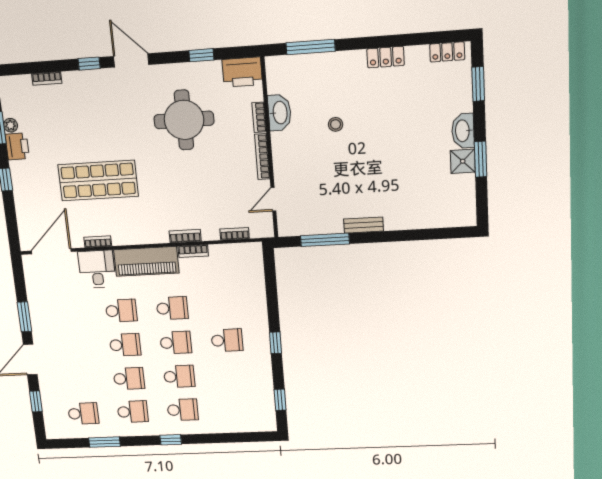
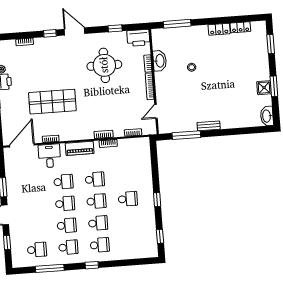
locker: (447, 52) -> (240, 27), moved
washbasin: (463, 131) -> (267, 116), moved
piano: (146, 261) -> (80, 148), width x0.73, depth x0.75
window: (105, 442) -> (50, 268), width x1.44

